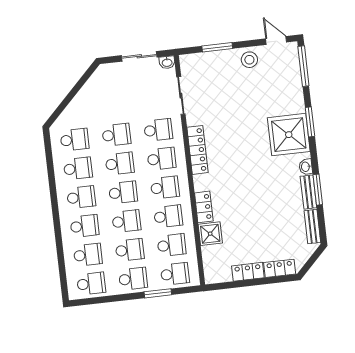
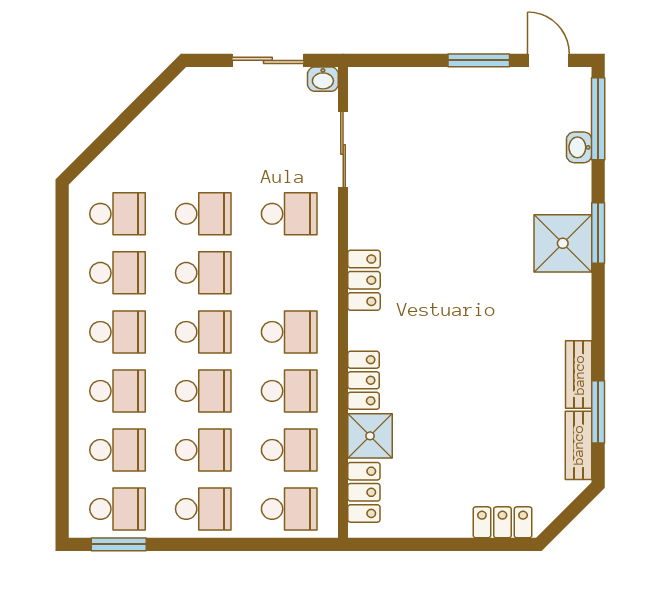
window: (217, 47) -> (479, 60), moved
stool: (249, 60) -> (490, 93), removed
shower: (289, 135) -> (563, 243), width x0.73, depth x0.73
locker: (197, 150) -> (364, 280), width x0.66
school desk: (162, 159) -> (289, 273), removed
washbasin: (306, 167) -> (579, 147), moved
window: (318, 190) -> (598, 412), moved
locker: (248, 272) -> (364, 492), moved, turned 90
window: (158, 293) -> (119, 544), moved

